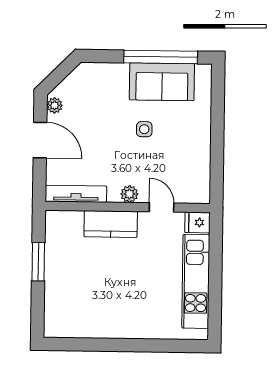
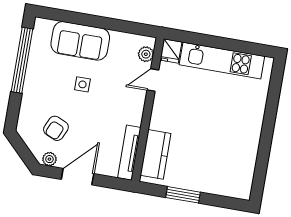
sofa: (162, 82) -> (80, 41), moved, turned 90
armchair: (90, 107) -> (56, 128), added
plant: (129, 194) -> (146, 54), moved
kitchen counter: (111, 224) -> (156, 154), moved

